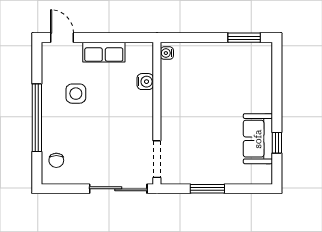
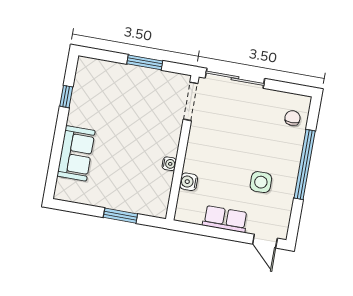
window: (244, 38) -> (120, 216), moved
water cooler: (167, 53) -> (169, 164), moved
sofa: (258, 139) -> (76, 153), moved

